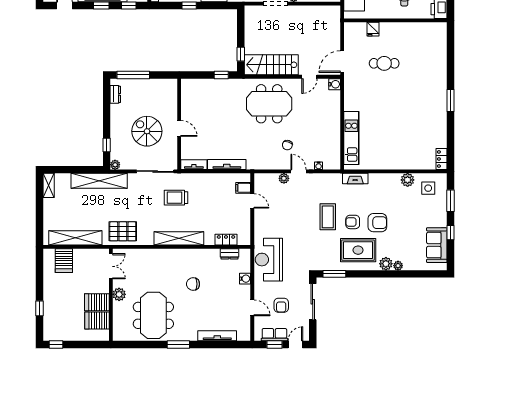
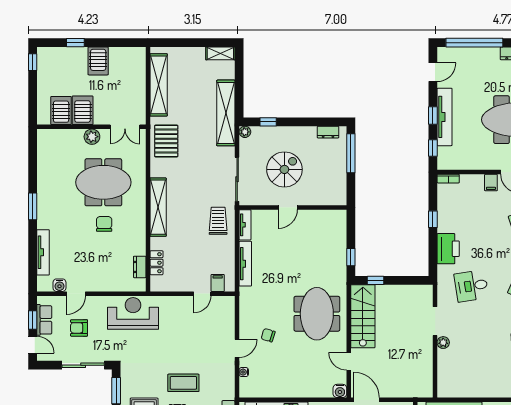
plant: (284, 178) -> (229, 331), removed
trolley: (176, 198) -> (218, 221), moved
server rack: (64, 261) -> (98, 61), moved, turned -90
water cooler: (245, 279) -> (59, 285), moved
meeting table: (153, 315) -> (103, 182), moved

